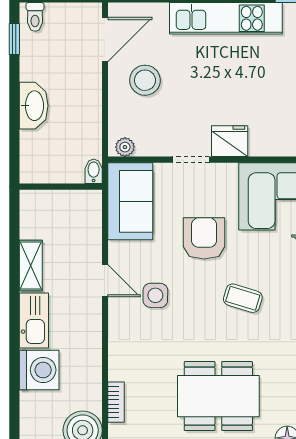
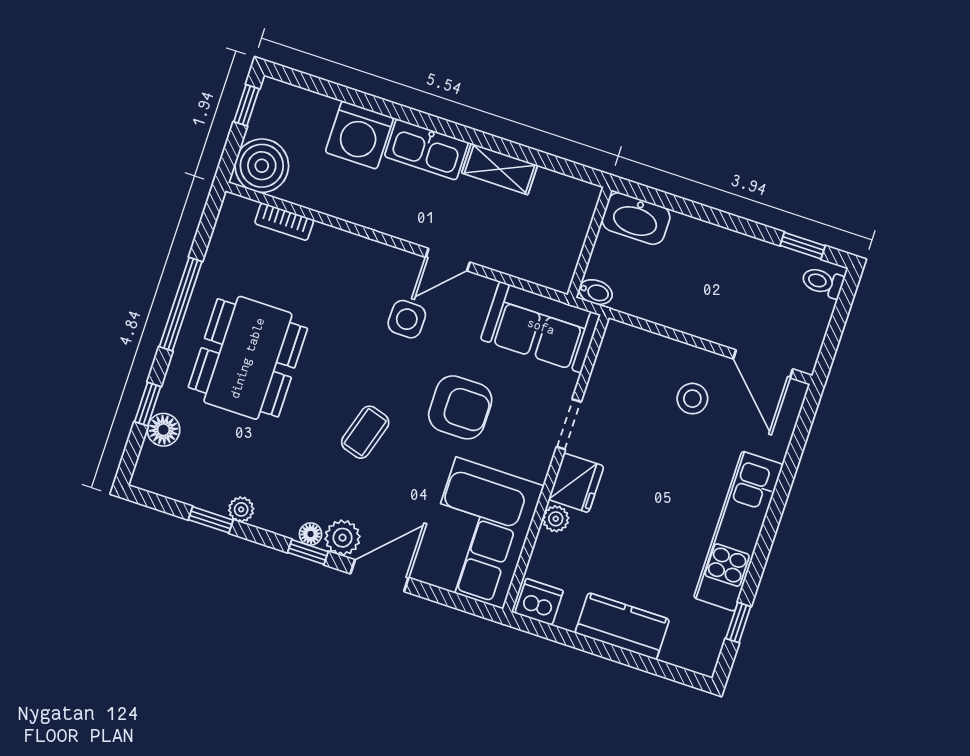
stool: (145, 80) -> (692, 399), width x0.73, depth x0.73
washbasin: (34, 106) -> (636, 218), moved
plant: (125, 147) -> (556, 519), moved

